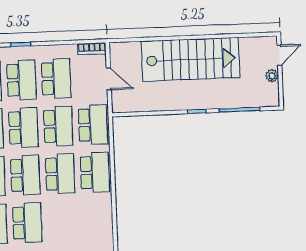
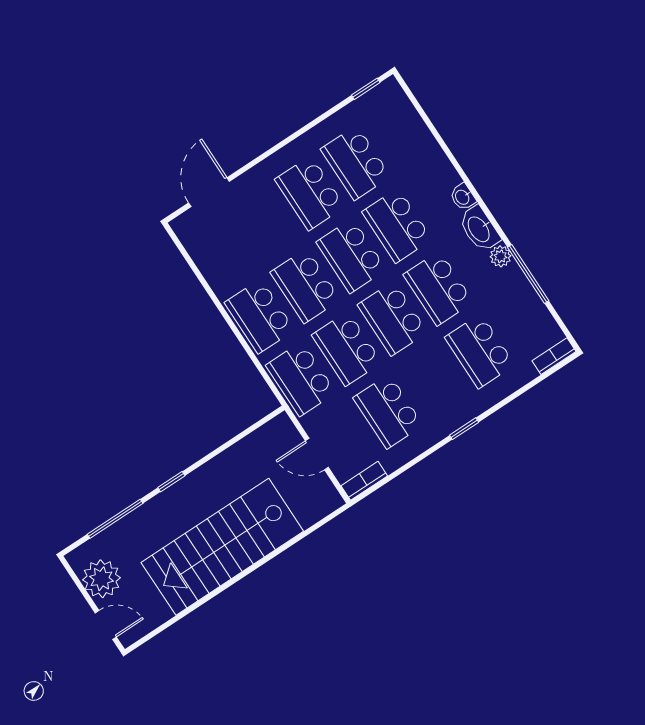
door: (279, 55) -> (106, 625), swing flipped
plant: (272, 76) -> (102, 579), width x1.88, depth x1.88
school desk: (21, 80) -> (434, 381), removed

